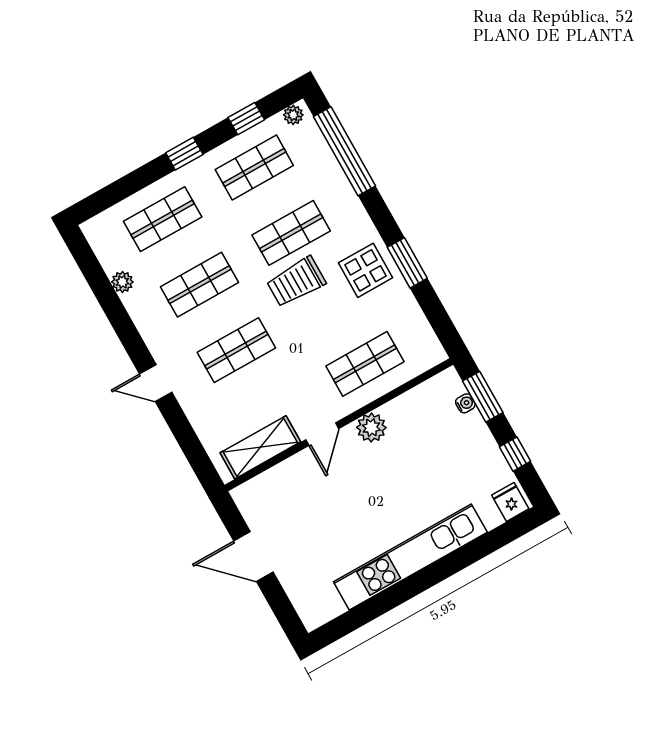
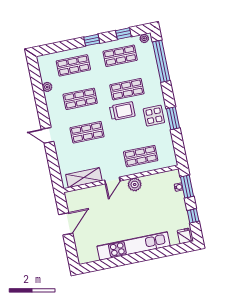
trolley: (296, 282) -> (122, 111), turned 180
door: (253, 557) -> (66, 224), swing flipped

